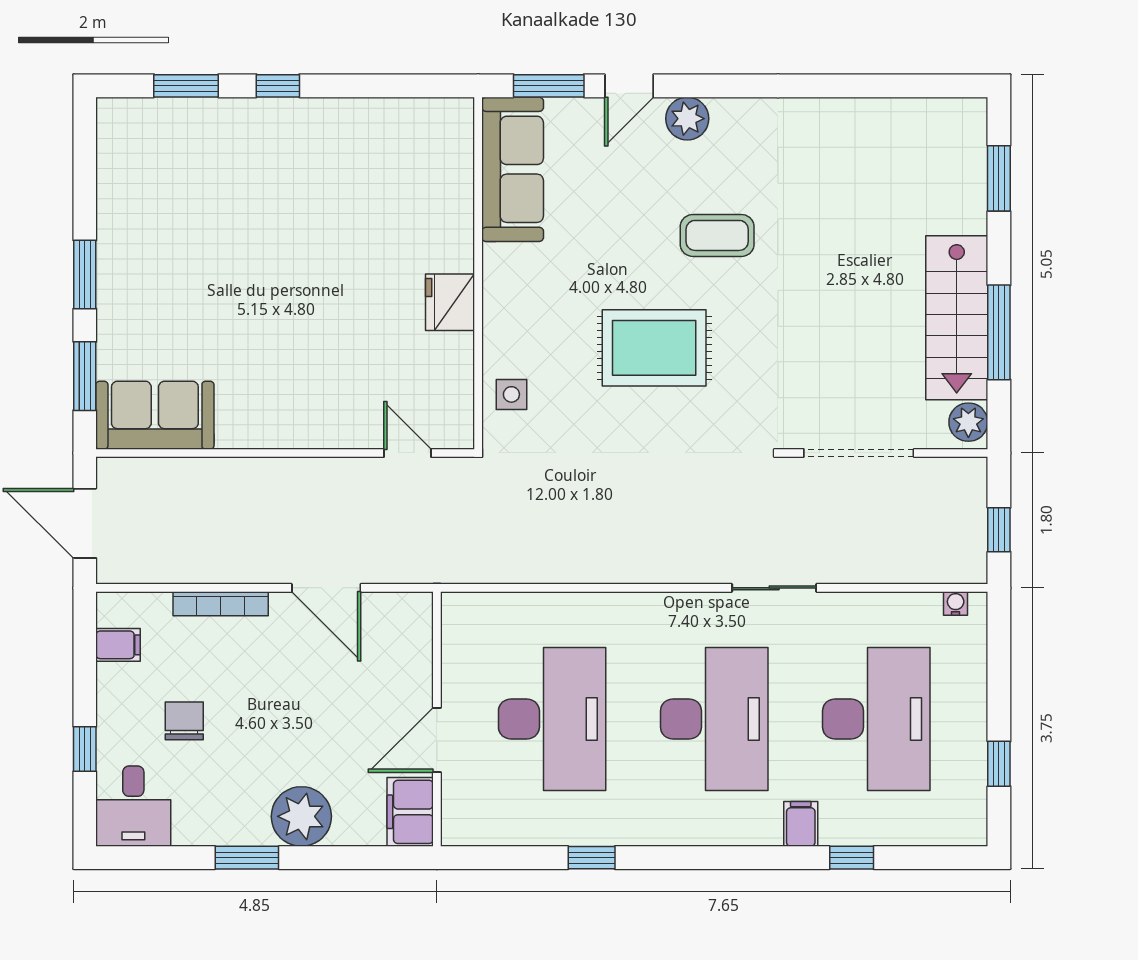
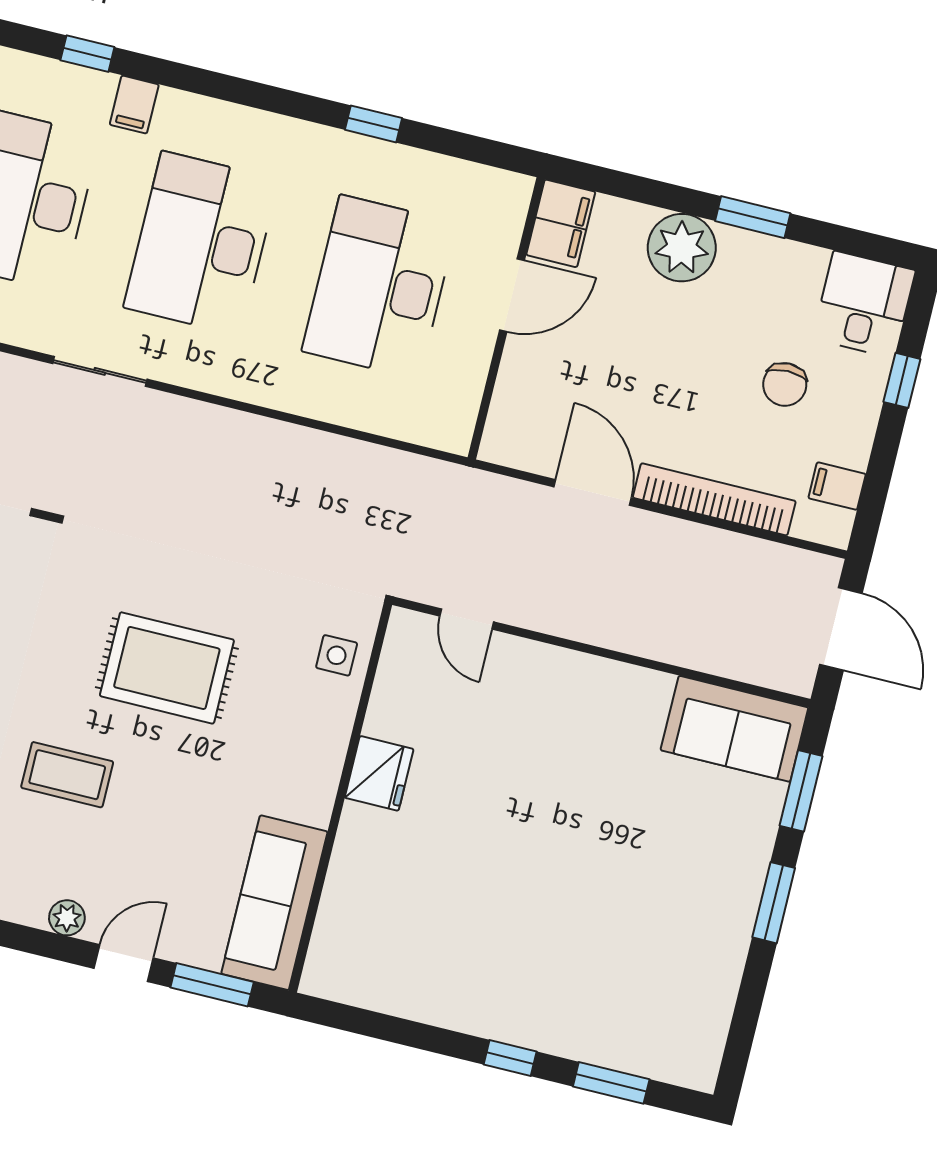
plant: (687, 119) -> (67, 918), width x0.73, depth x0.73
bookcase: (221, 604) -> (714, 499), width x1.48, depth x1.31

